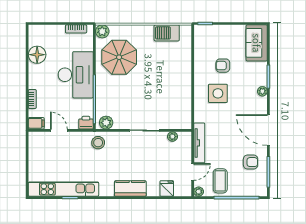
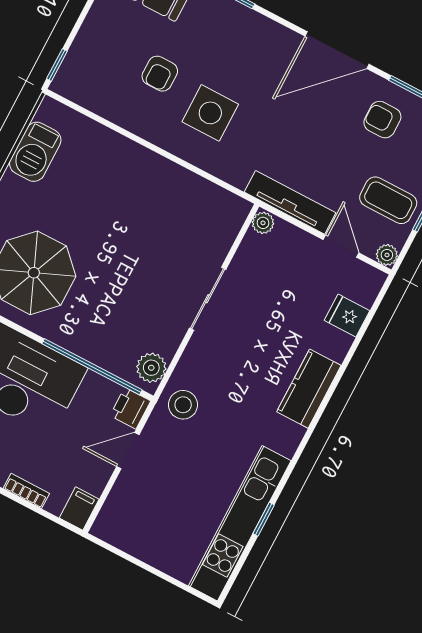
plant: (262, 91) -> (253, 21), removed
door: (59, 130) -> (128, 451), moved
plant: (172, 137) -> (263, 223), moved
armchair: (251, 162) -> (382, 120), turned -90

